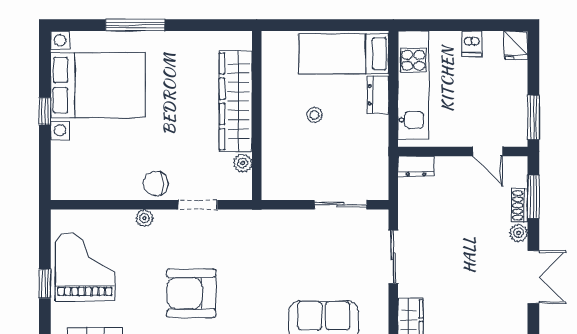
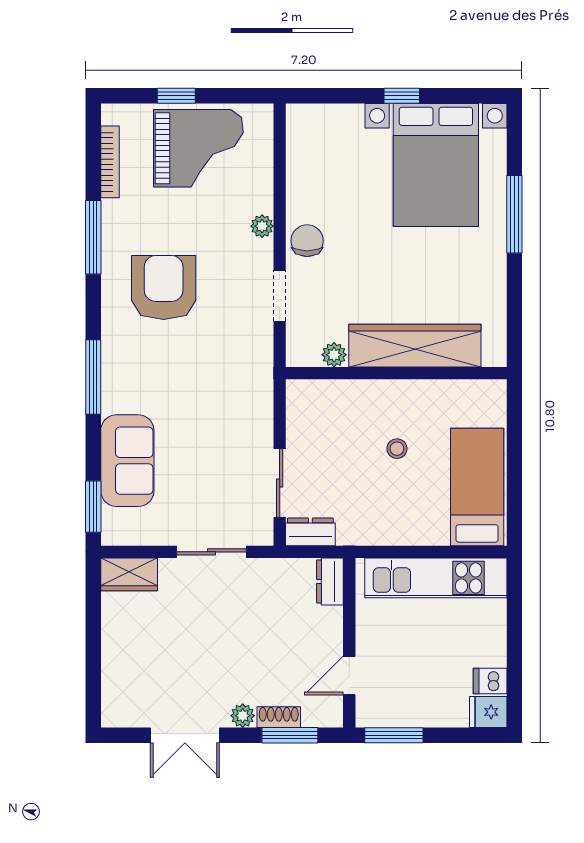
dishwasher: (472, 44) -> (490, 681), moved
dresser: (378, 95) -> (310, 532), moved

